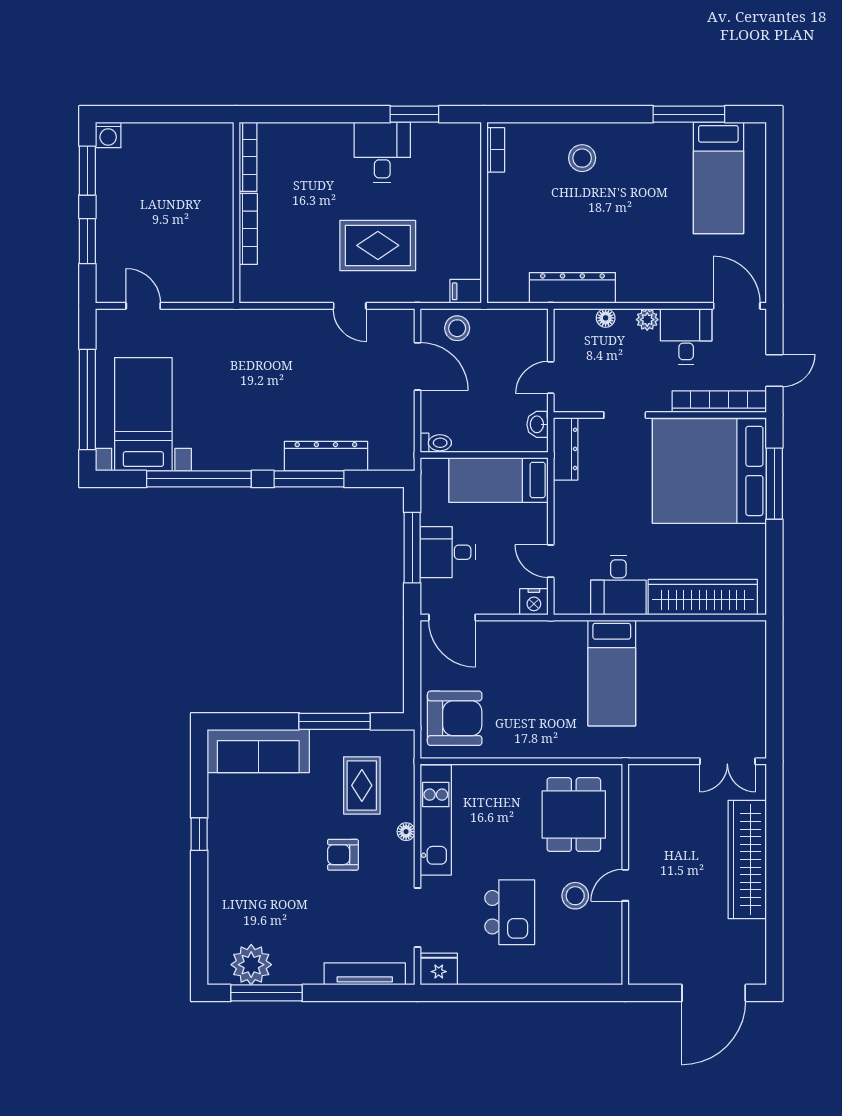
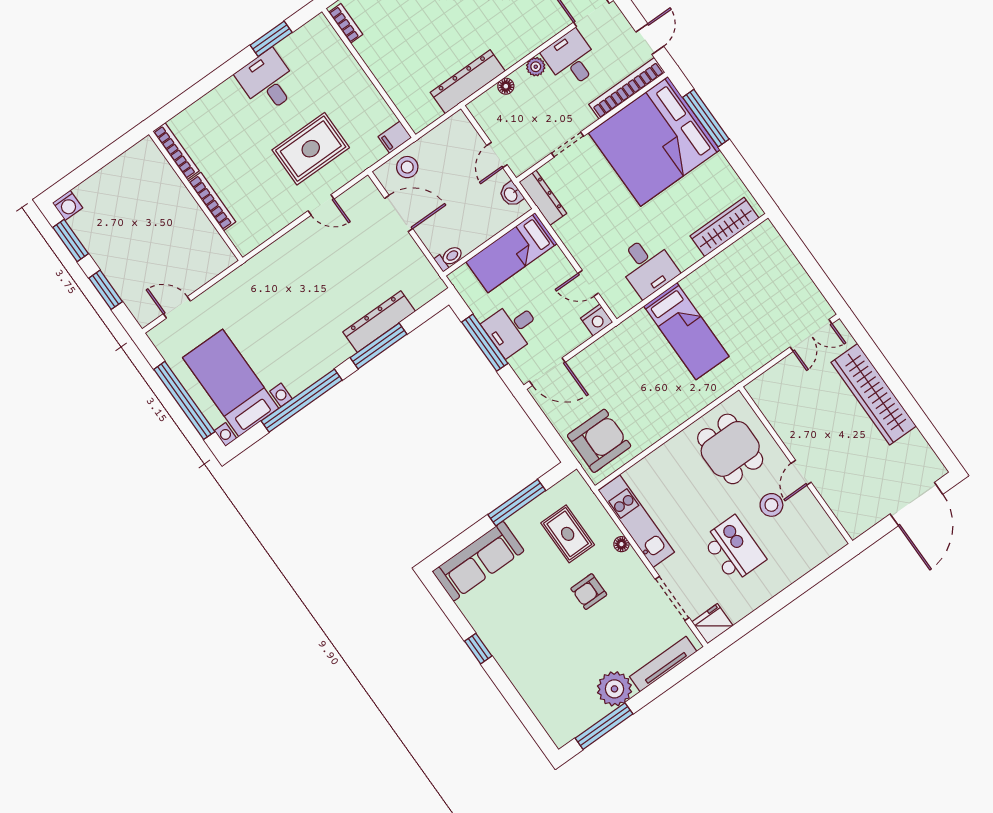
wardrobe: (703, 597) -> (725, 227), width x0.71, depth x0.85
plant: (251, 965) -> (614, 689), moved

